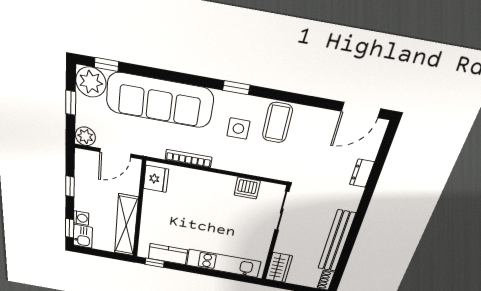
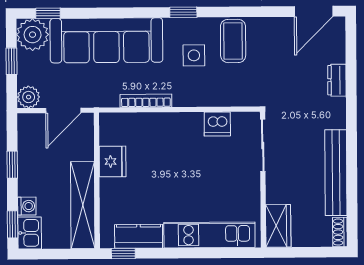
fridge: (156, 179) -> (113, 161), moved

